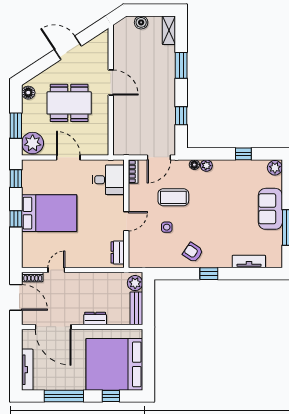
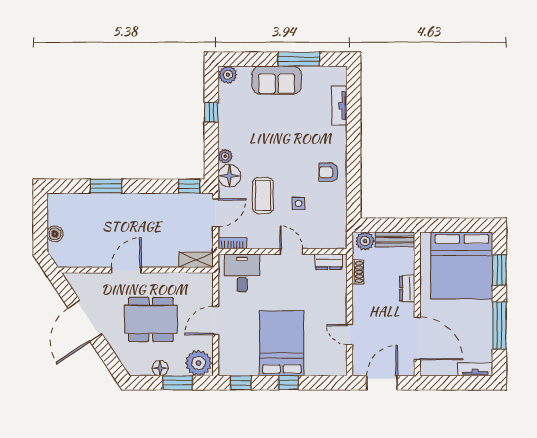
shelving: (169, 30) -> (196, 260), moved
door: (68, 48) -> (85, 321), width x1.36
floor lamp: (28, 93) -> (160, 368), moved
dining table: (69, 103) -> (151, 319), turned 90
window: (181, 116) -> (189, 186), moved
door: (159, 157) -> (216, 213), hinge flipped
floor lamp: (194, 165) -> (229, 176), width x1.89, depth x1.89
armchair: (193, 252) -> (329, 172), turned 56
window: (209, 274) -> (354, 153), removed
shoe rack: (33, 277) -> (358, 272), moved
door: (53, 327) -> (417, 338), hinge flipped
tv unit: (27, 370) -> (475, 369), width x0.71
window: (111, 396) -> (499, 270), width x1.50

